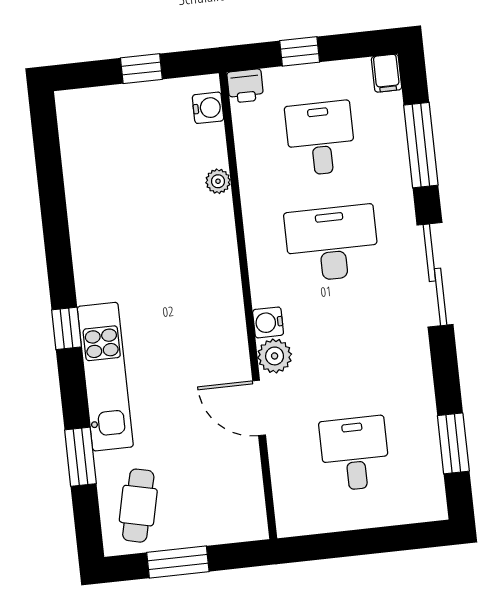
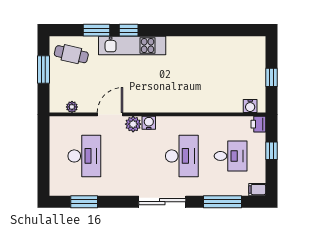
plant: (218, 181) -> (72, 107), moved
window: (67, 328) -> (129, 30), moved
desk: (355, 454) -> (84, 156), width x1.37

